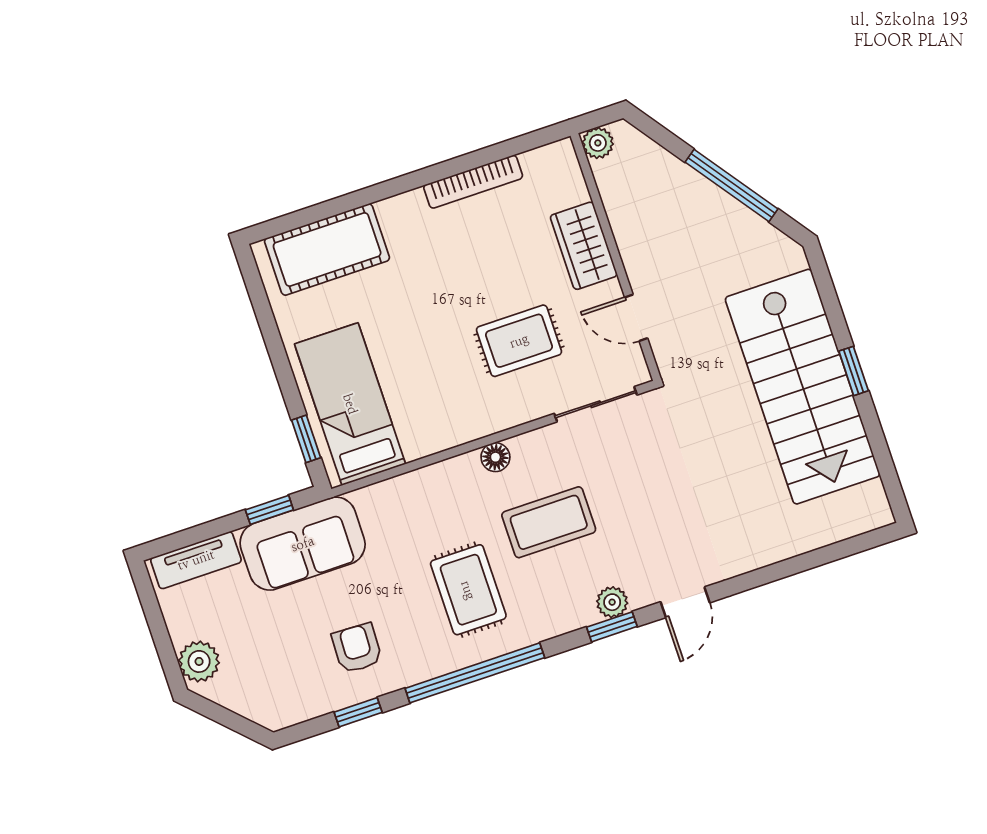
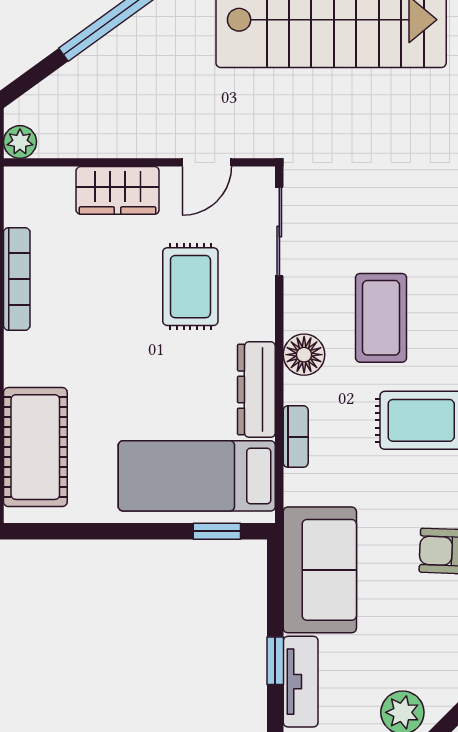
dresser: (446, 432) -> (256, 390), added
floor lamp: (495, 457) -> (304, 355), width x1.37, depth x1.37
bookcase: (416, 481) -> (296, 437), added
window: (269, 510) -> (275, 661), moved

